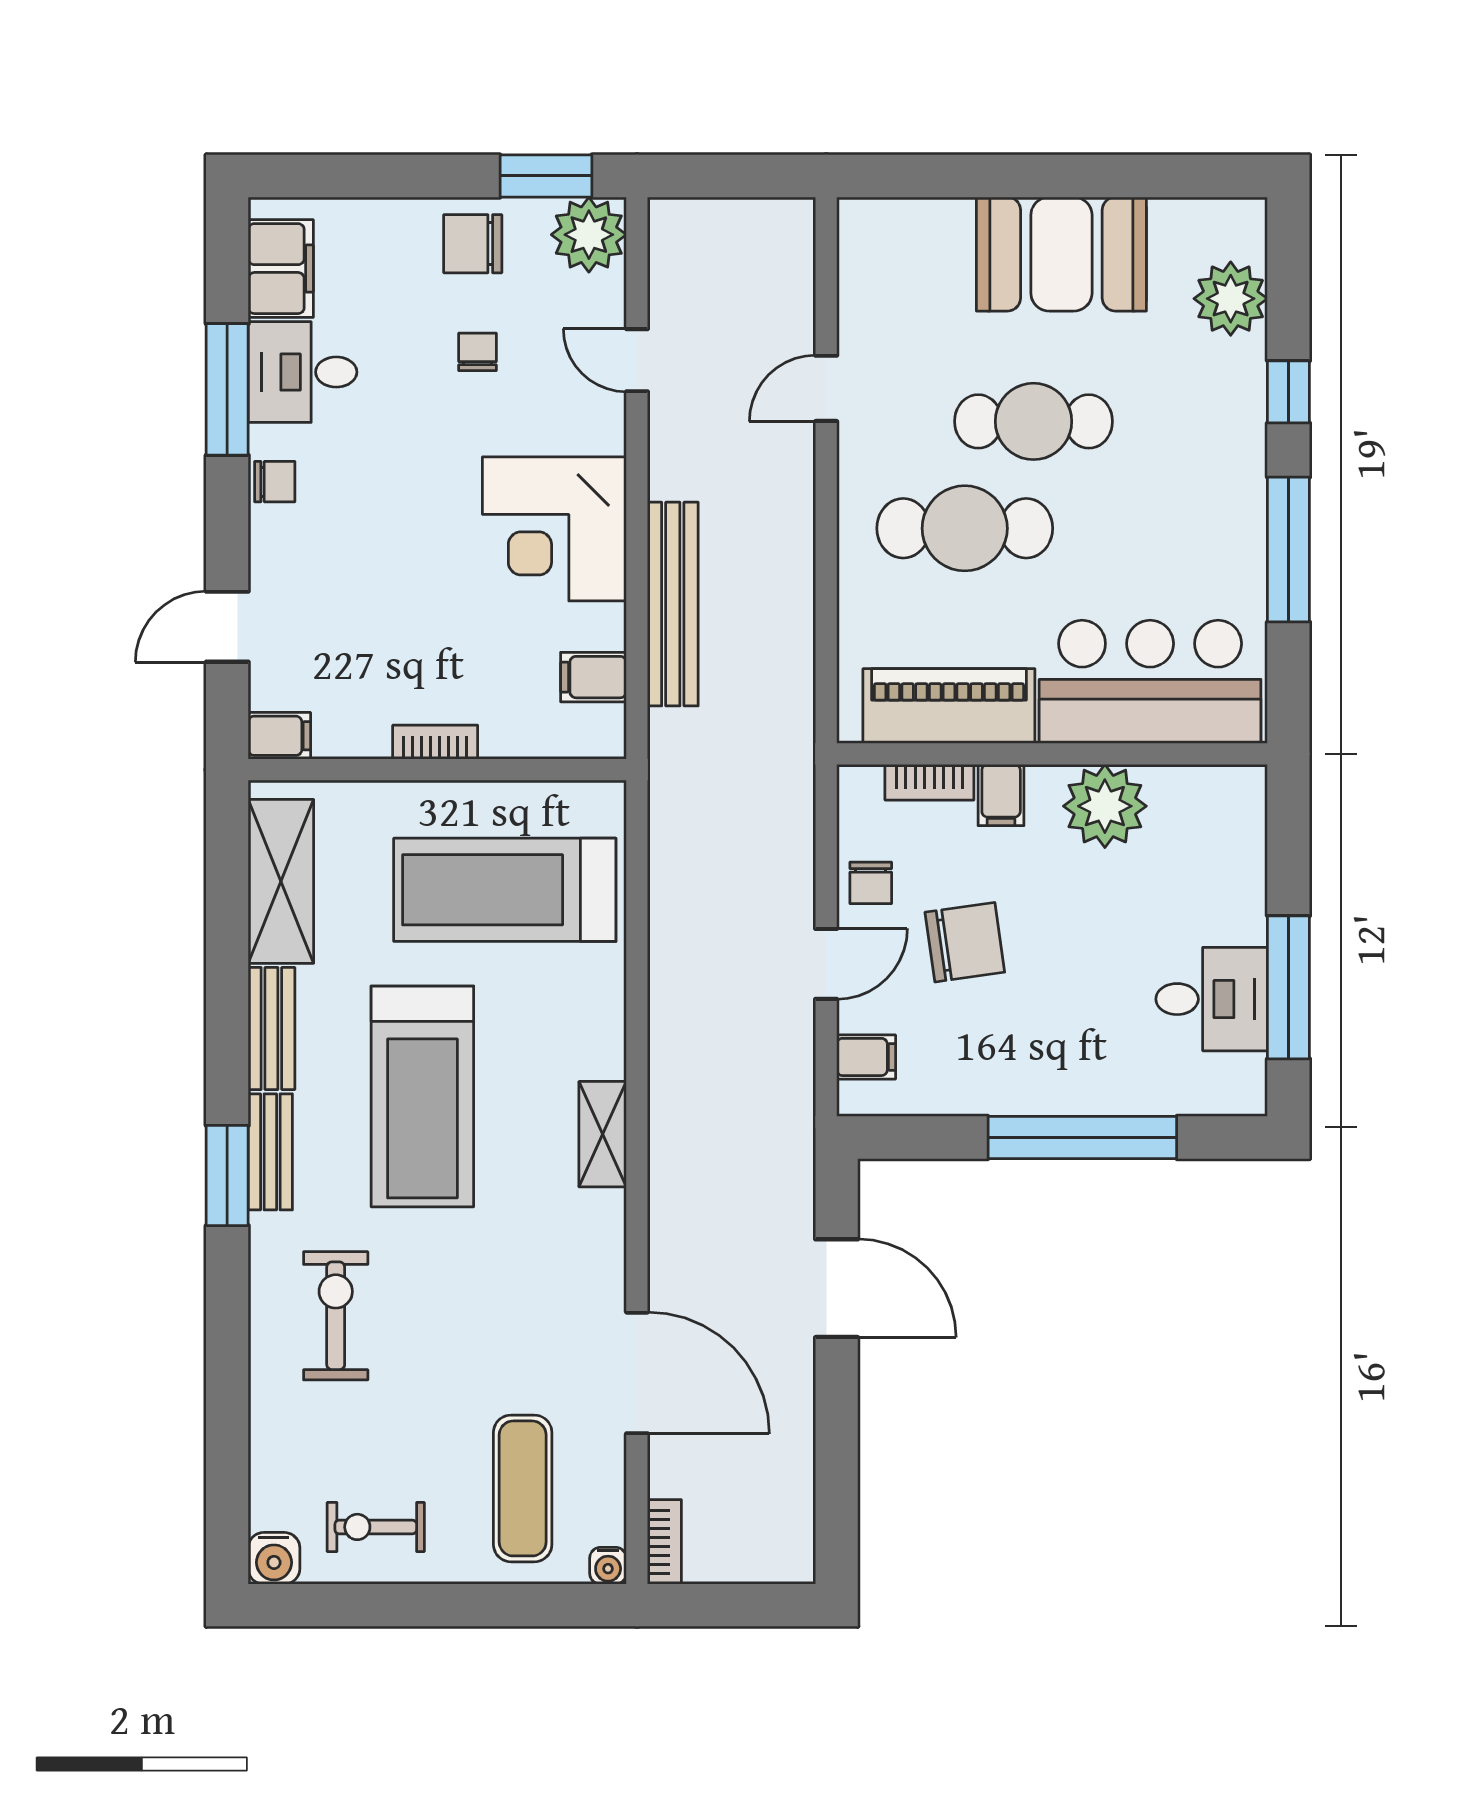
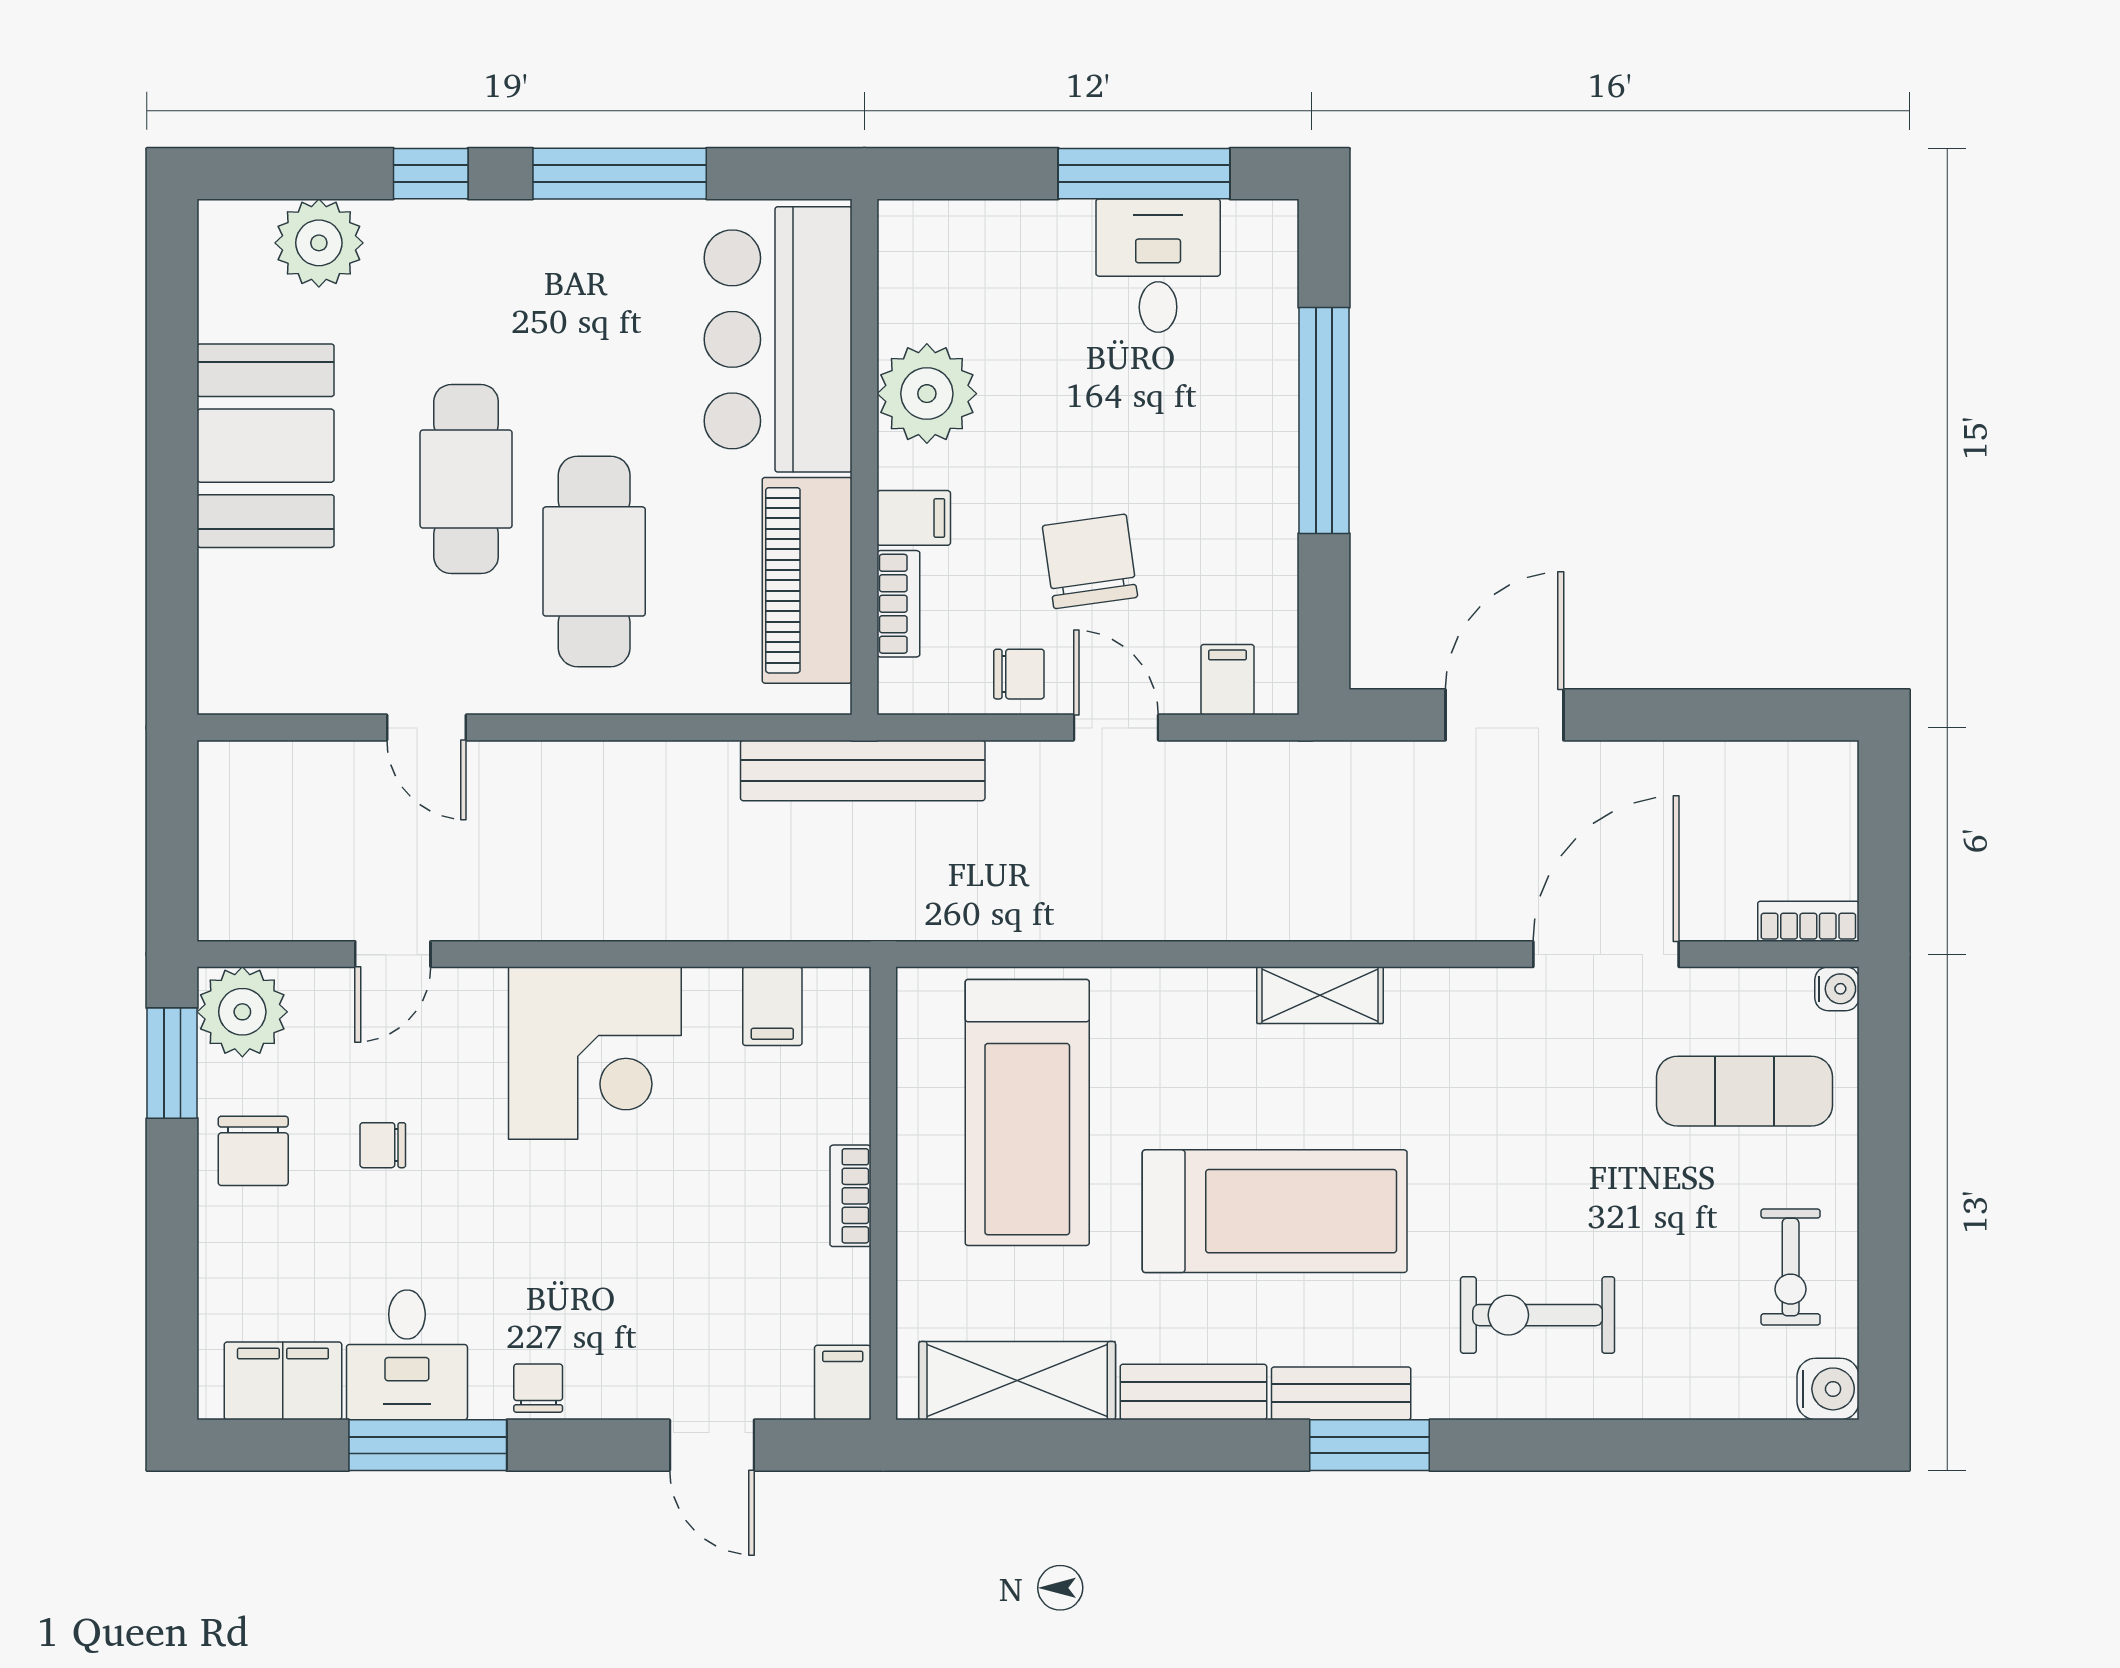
bench: (673, 604) -> (863, 770), moved

